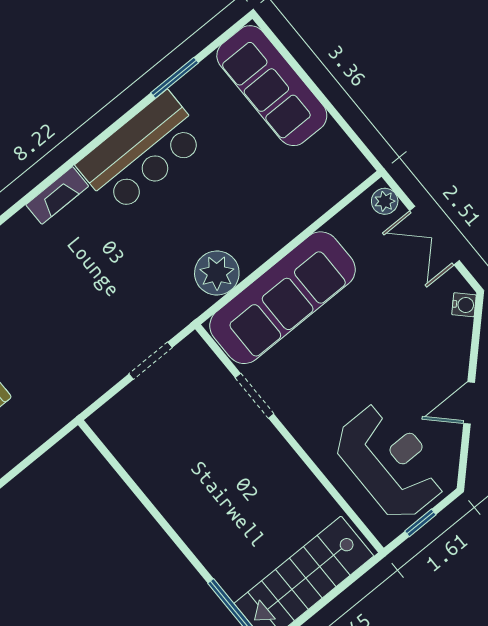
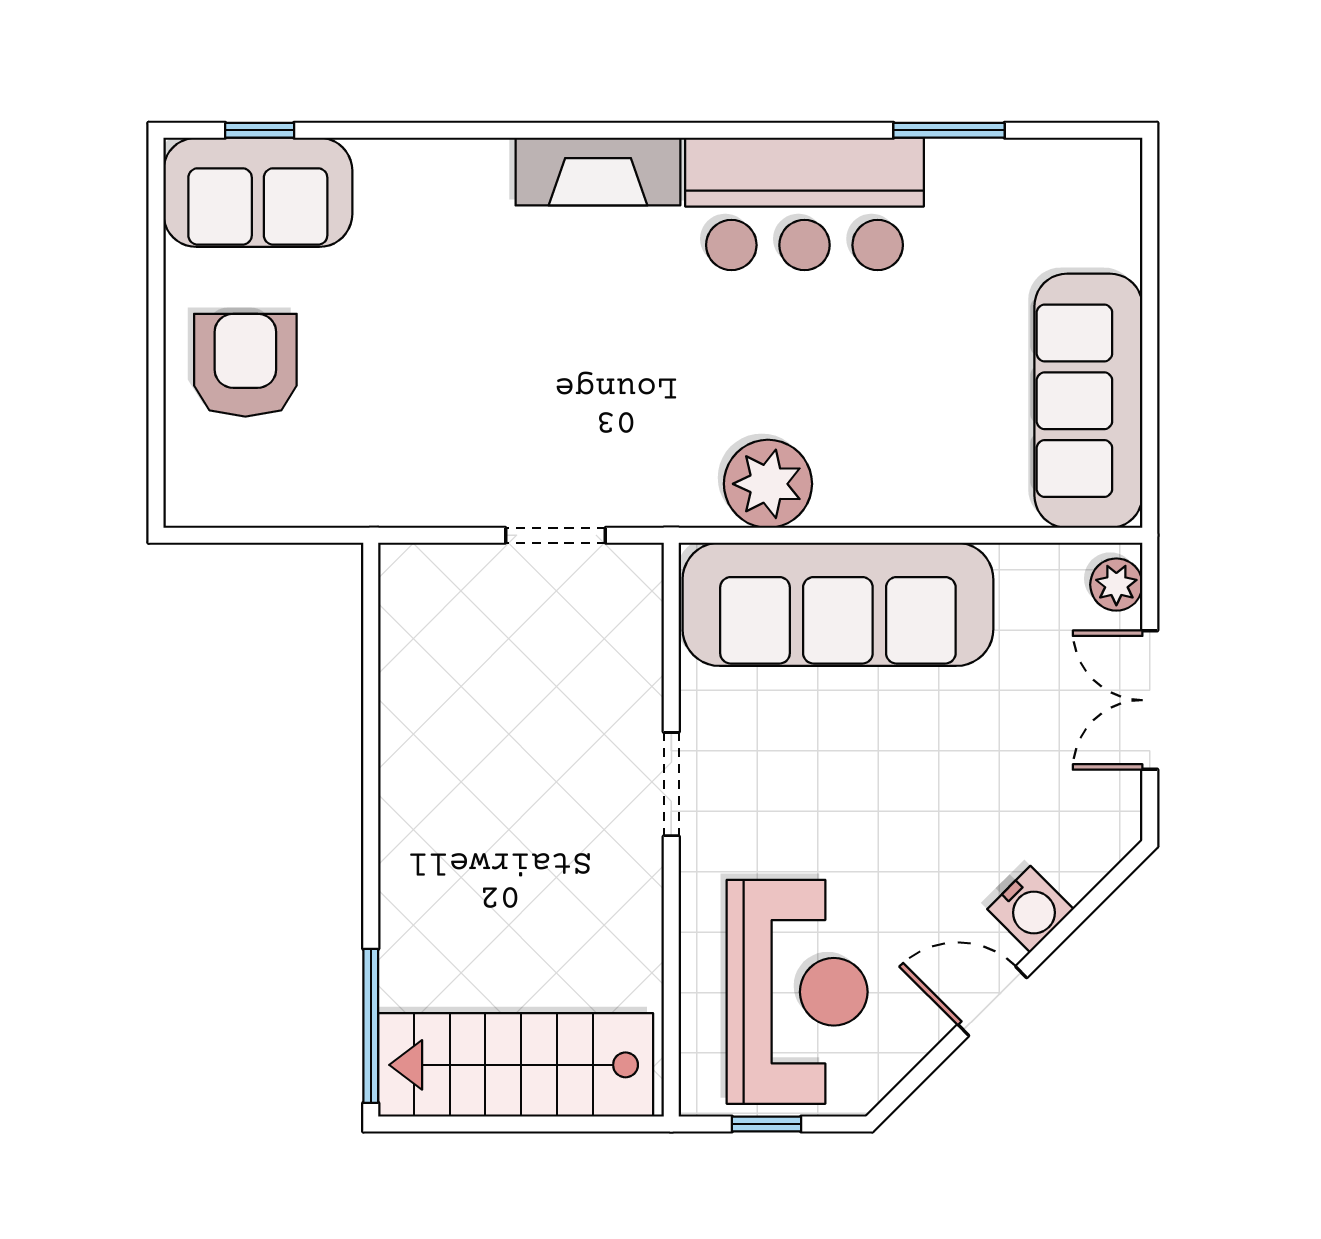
sofa: (272, 86) -> (1088, 401), moved
fireplace: (57, 195) -> (598, 172), width x1.37, depth x1.32
water cooler: (464, 305) -> (1030, 909), moved, width x1.38, depth x1.38
doorway: (254, 396) -> (671, 784), moved

